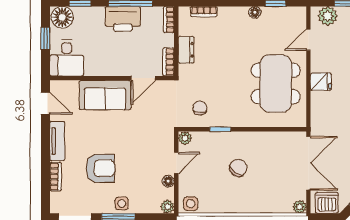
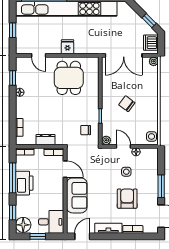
plant: (328, 16) -> (22, 42), removed
dining table: (276, 83) -> (69, 78), width x0.73
double door: (308, 163) -> (124, 55), swing flipped
side table: (122, 204) -> (126, 172), moved
plant: (167, 207) -> (154, 152), removed

